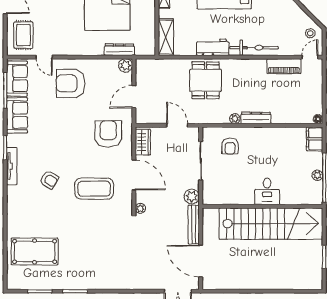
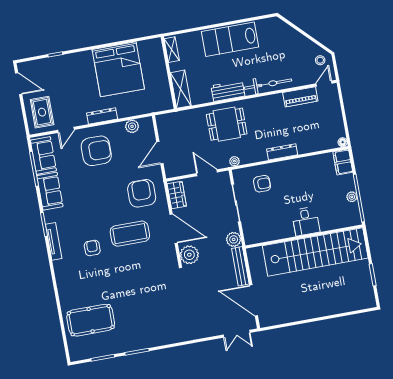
dresser: (119, 50) -> (102, 116), moved
door: (44, 57) -> (66, 130), hinge flipped
plant: (125, 65) -> (132, 126), moved
dining table: (206, 80) -> (227, 124), turned 90
armchair: (71, 83) -> (96, 151), turned 180
plant: (235, 119) -> (234, 161), moved
armchair: (230, 146) -> (262, 184), turned -90
armchair: (49, 180) -> (92, 248), turned -121
coffee table: (94, 189) -> (130, 234), moved
plant: (140, 208) -> (189, 255), width x1.87, depth x1.87

